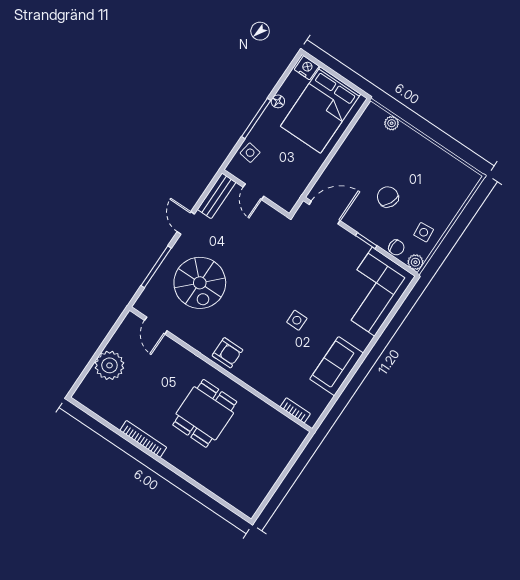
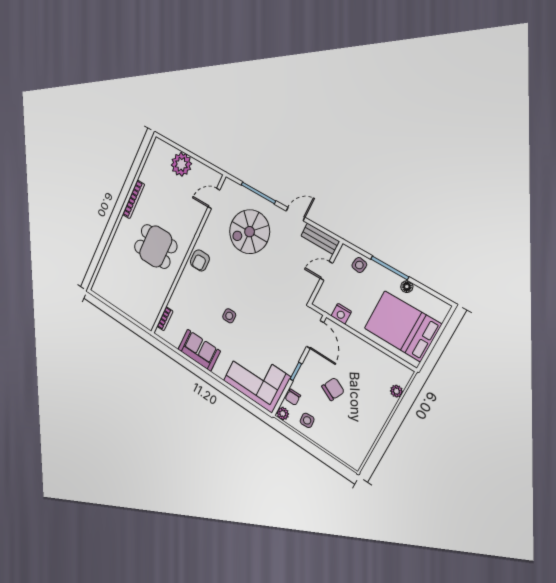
nightstand: (307, 68) -> (341, 314), moved, turned 90

